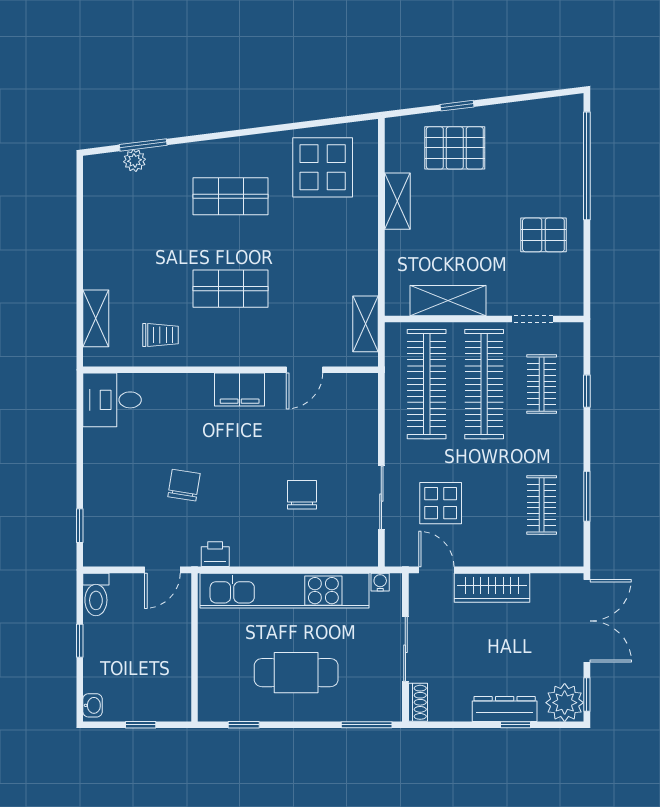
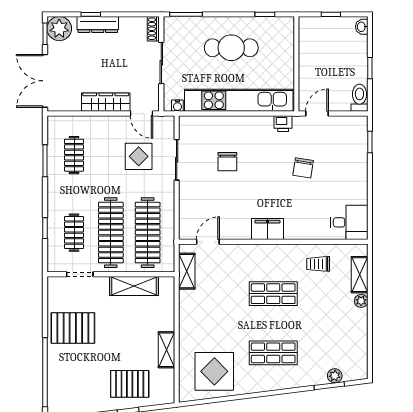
pallet: (543, 235) -> (73, 328), width x1.50, depth x1.42
plant: (93, 277) -> (361, 301), added
door: (304, 370) -> (208, 242), moved

